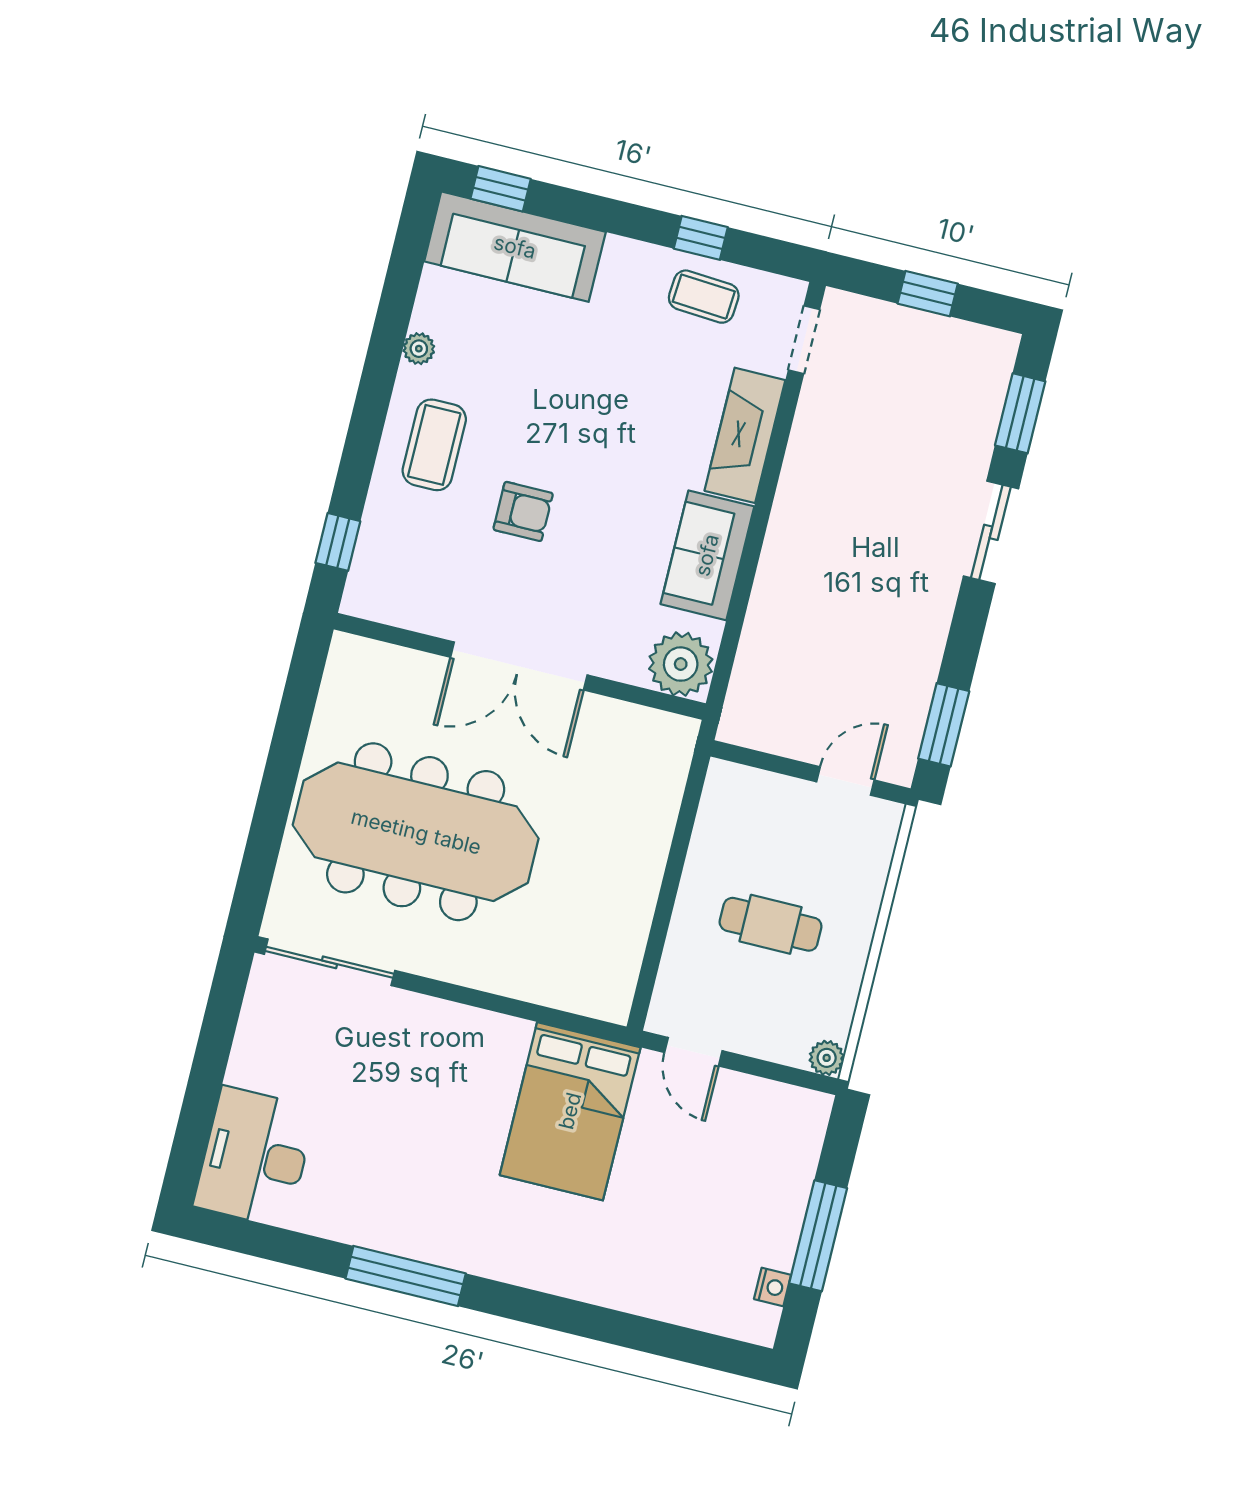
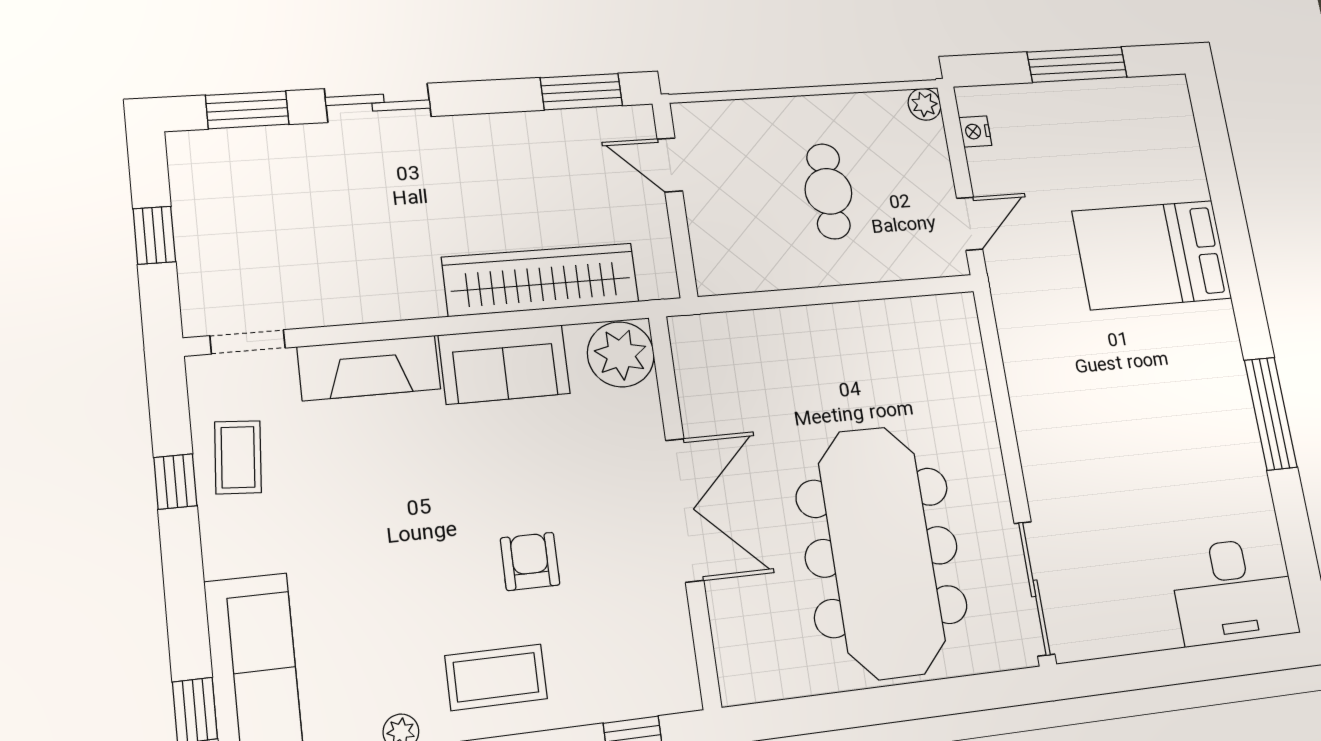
wardrobe: (775, 618) -> (541, 280), added
bed: (570, 1111) -> (1152, 255), moved, turned 180
nightstand: (773, 1287) -> (975, 131), moved, turned -90

